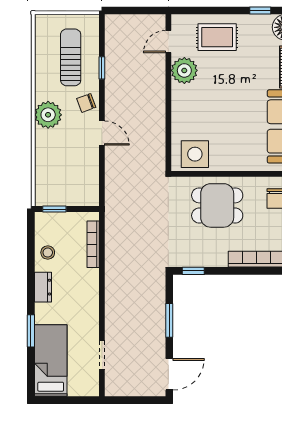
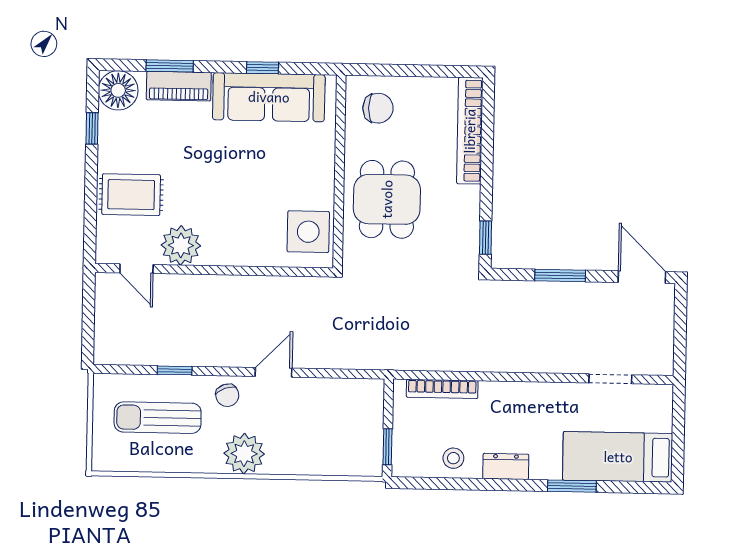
rug: (217, 37) -> (131, 195), turned 90

